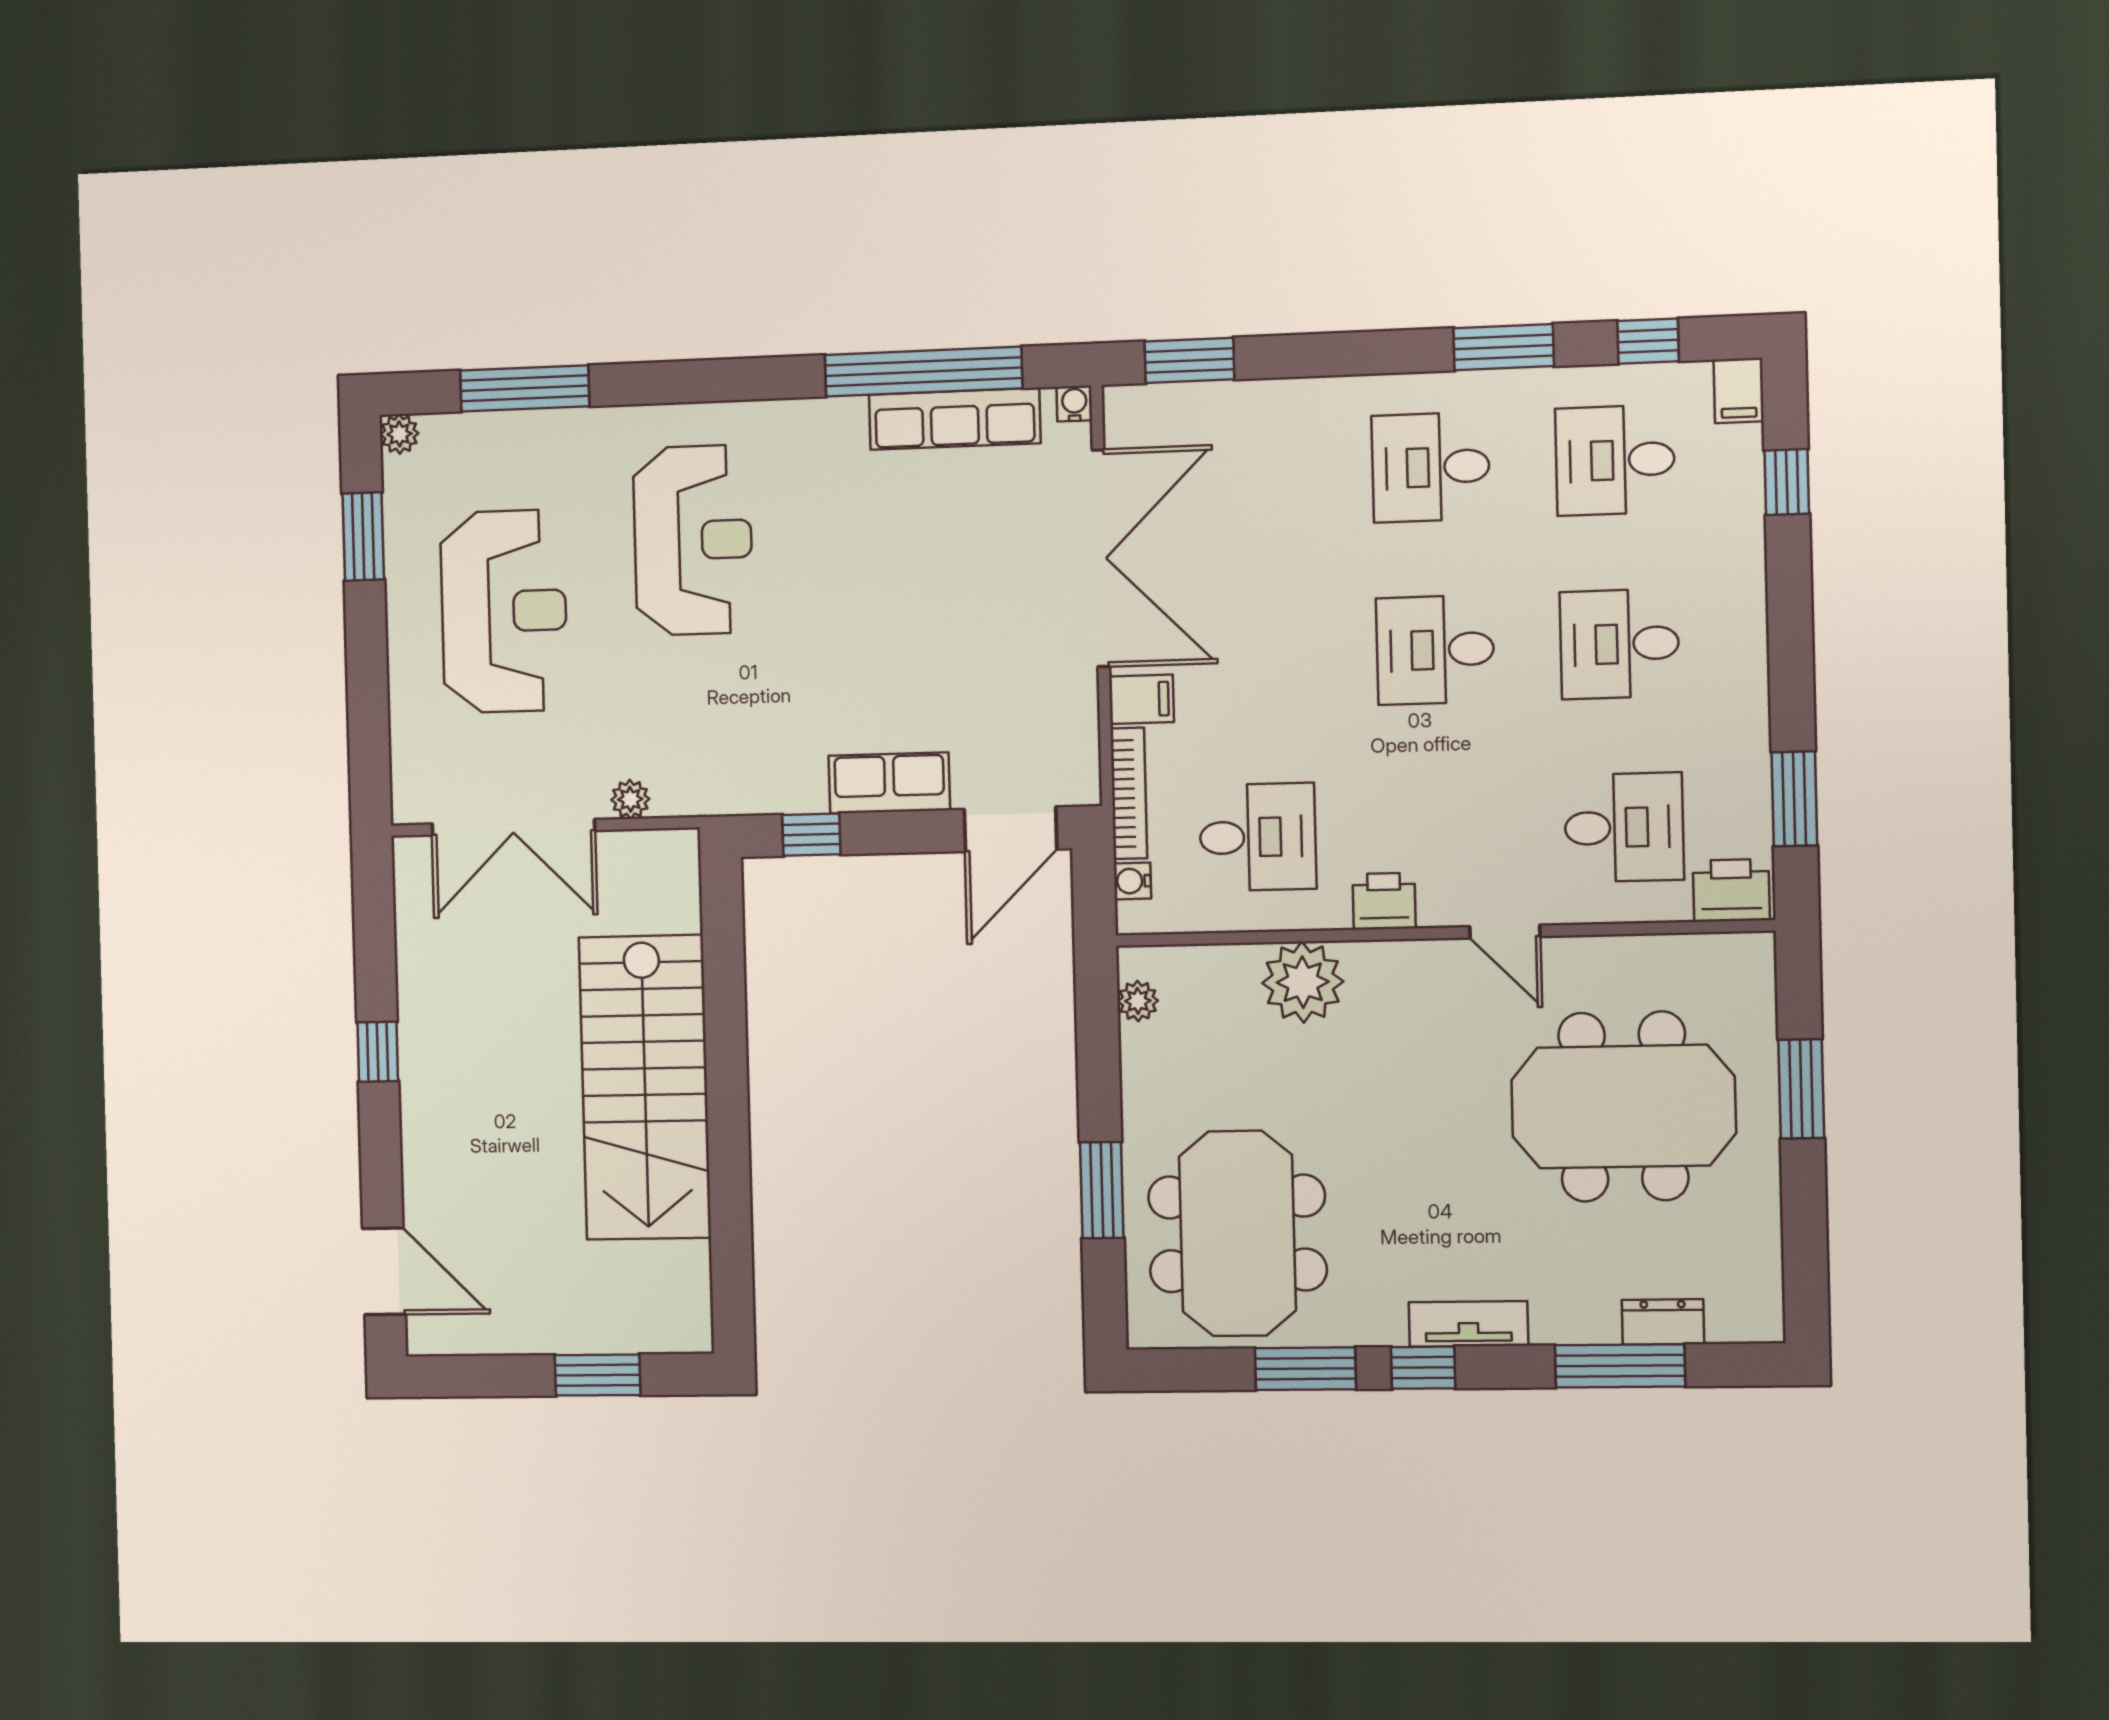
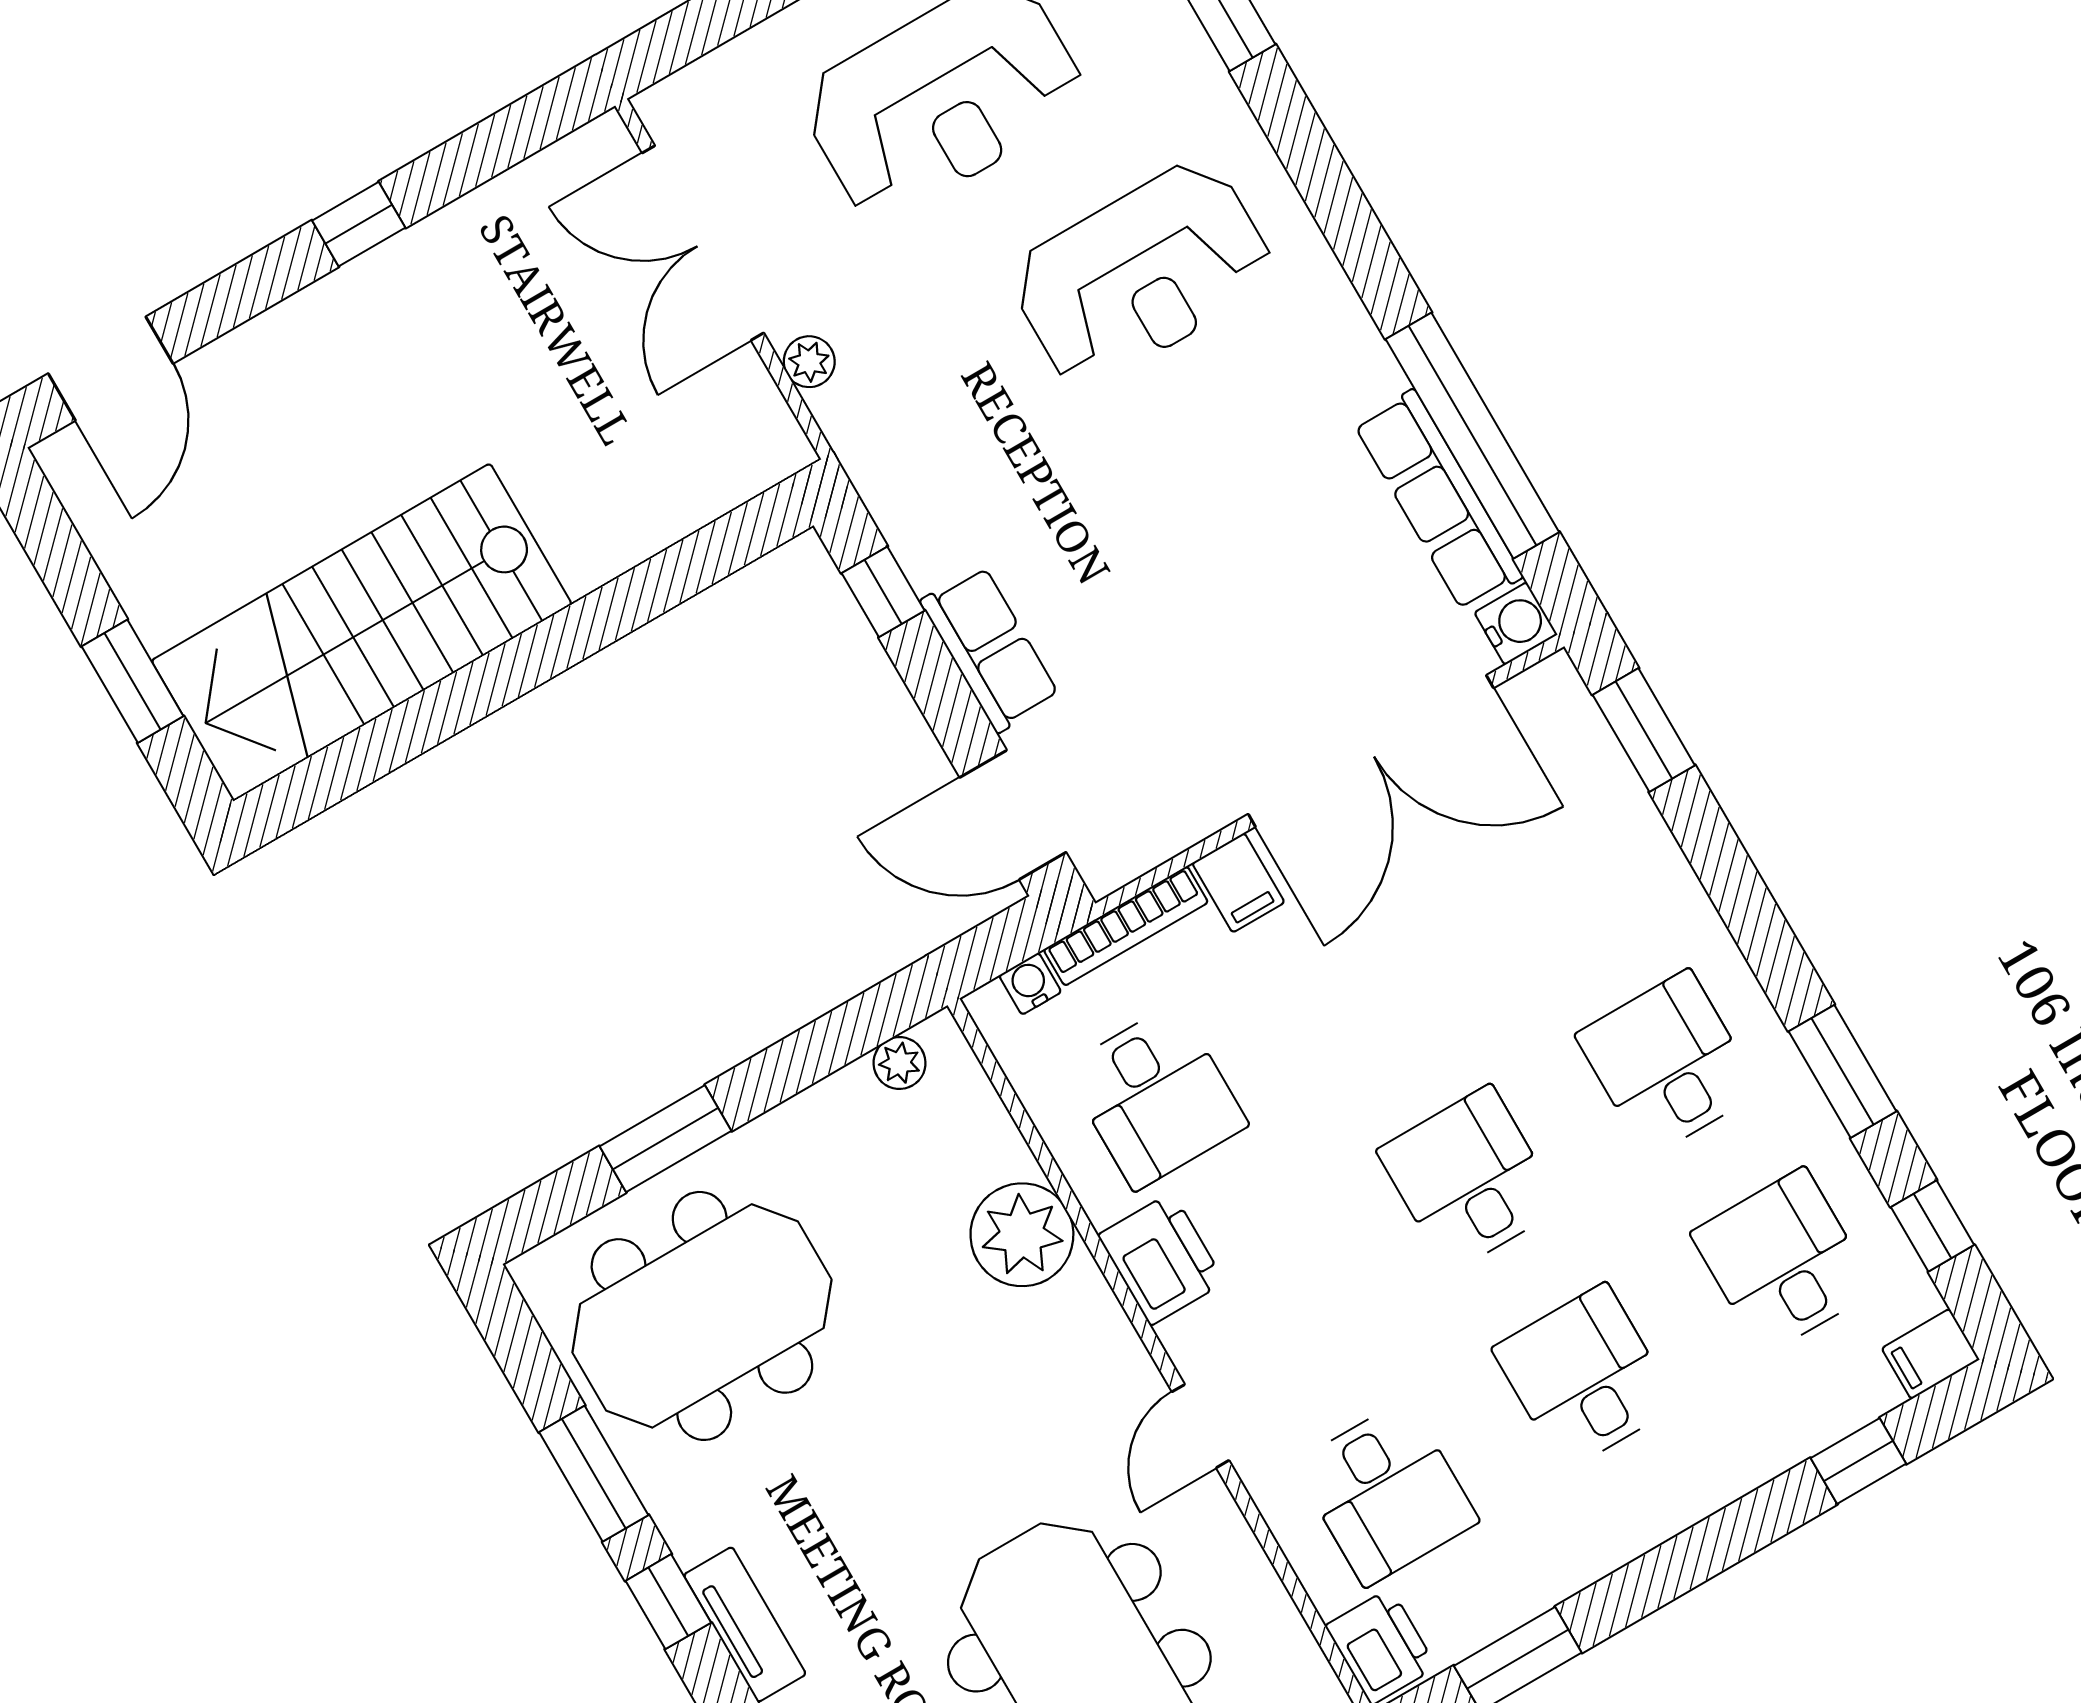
water cooler: (1074, 404) -> (1516, 624), width x1.38, depth x1.38
printer: (1384, 901) -> (1161, 1259), width x1.36, depth x1.24
stairs: (645, 1087) -> (362, 632), moved

